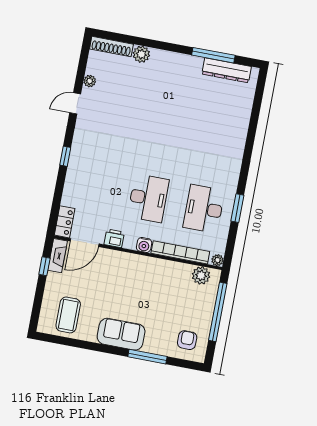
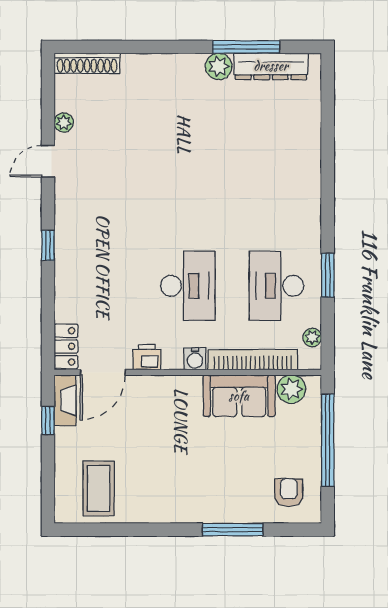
plant: (141, 54) -> (219, 66), moved
plant: (218, 260) -> (312, 337), moved
sofa: (121, 334) -> (239, 396), moved, turned 180

